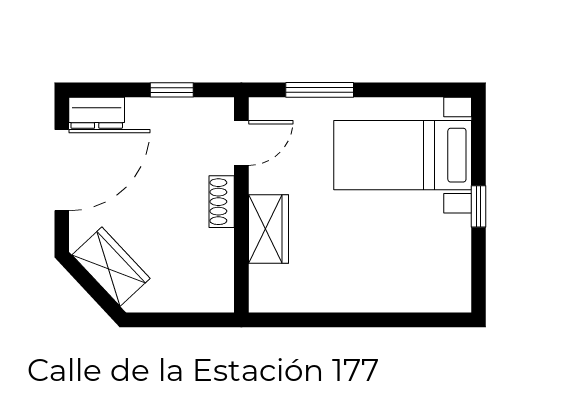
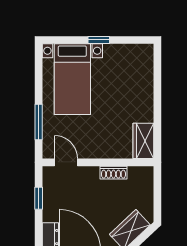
shoe rack: (222, 202) -> (113, 173), moved
wardrobe: (269, 229) -> (143, 141), moved, turned -90

